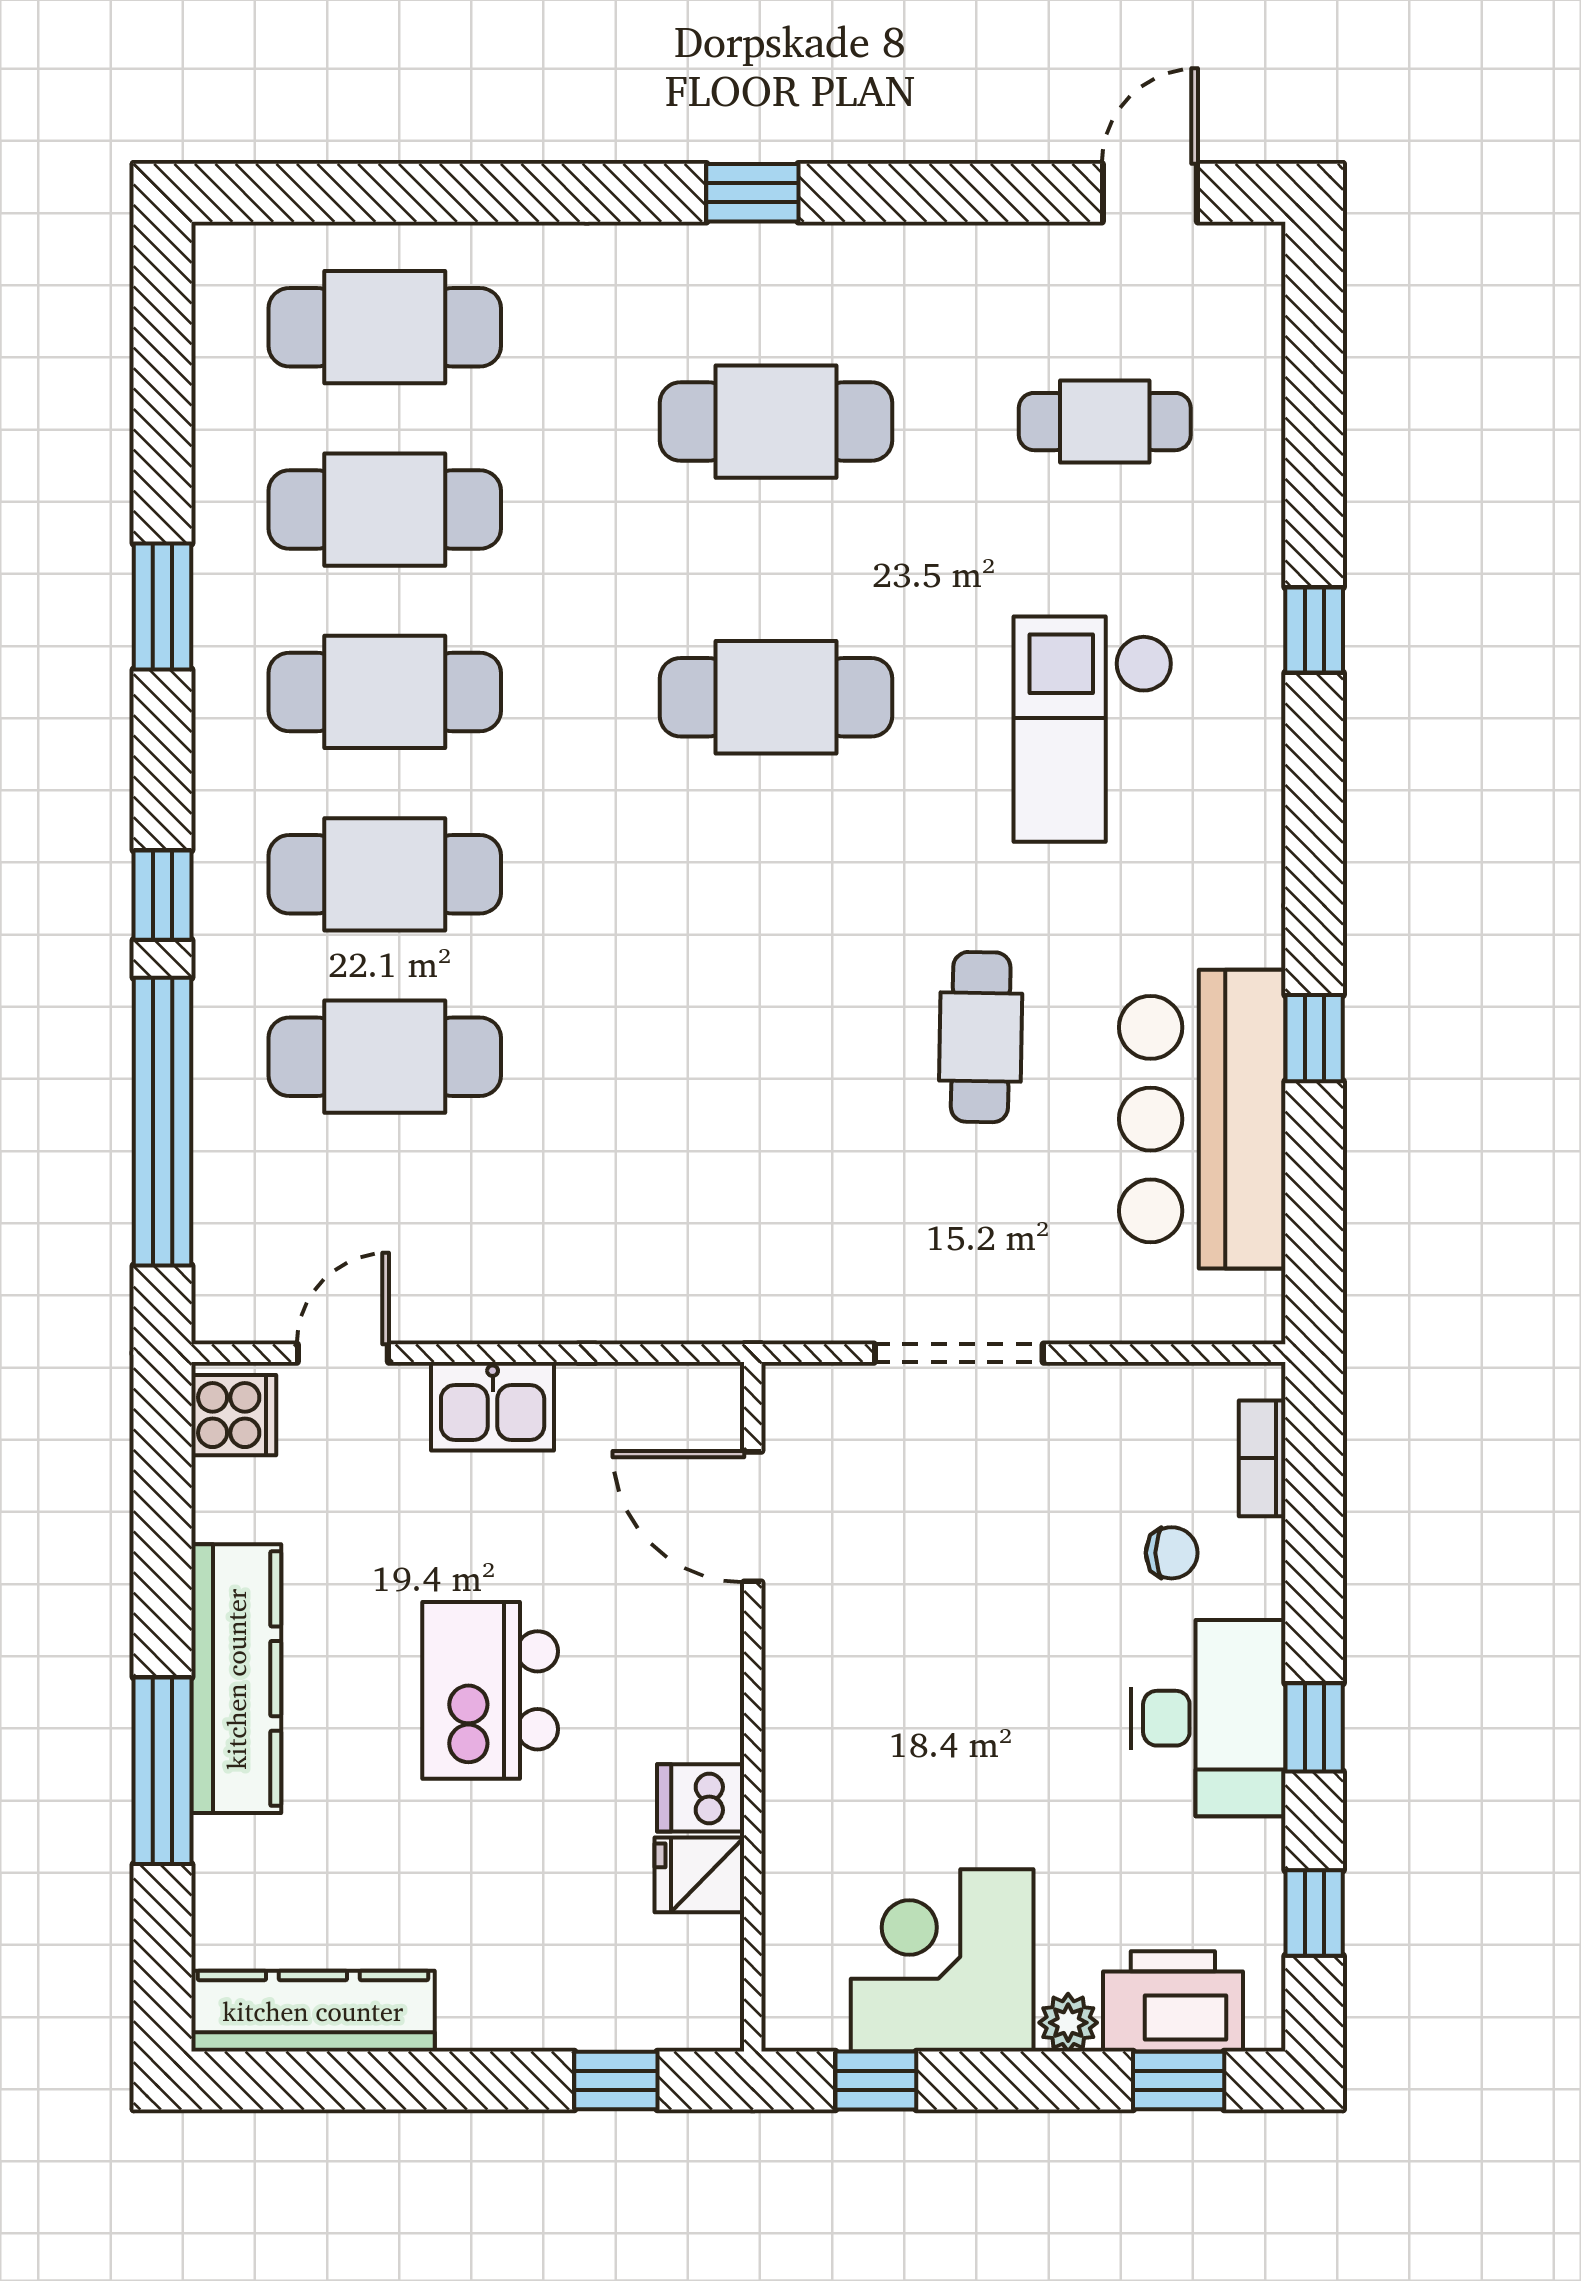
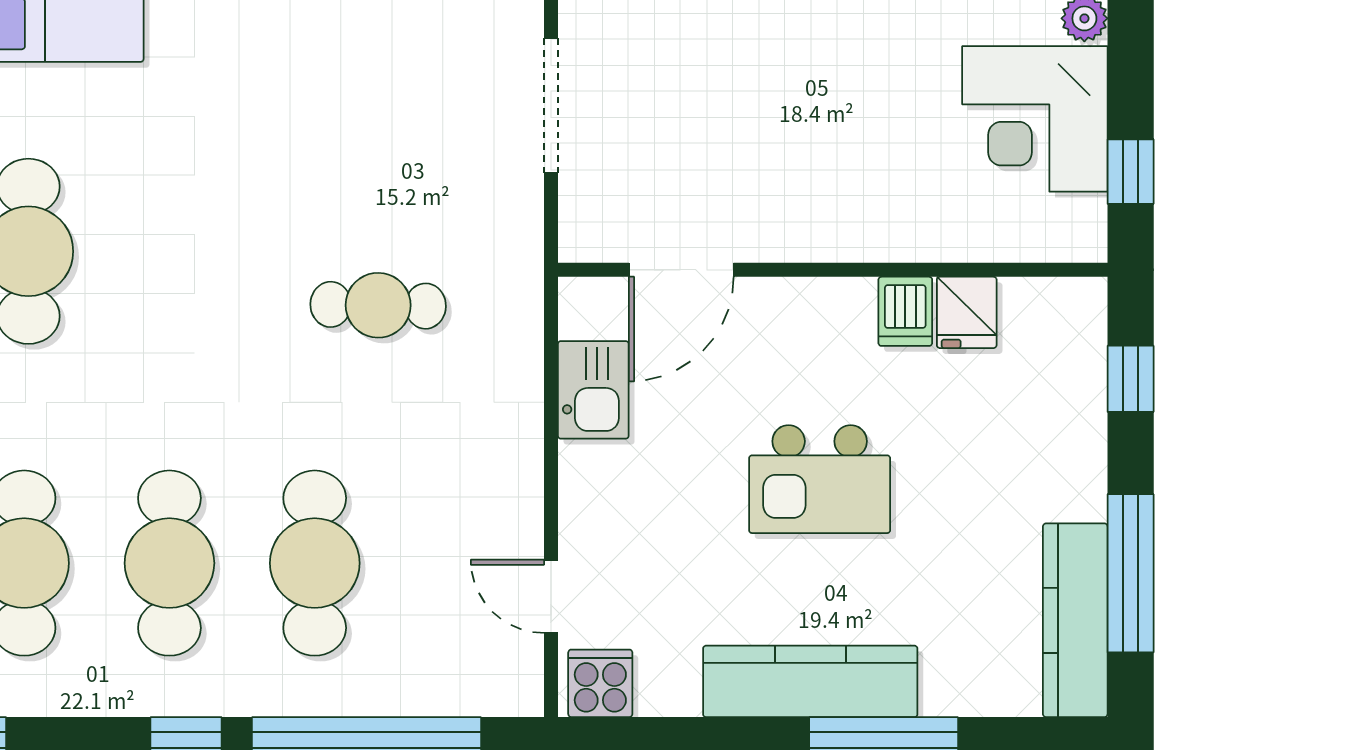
cafe table: (981, 1037) -> (378, 305), moved
kitchen sink: (493, 1406) -> (593, 390), moved
window: (372, 2081) -> (1131, 573), added

